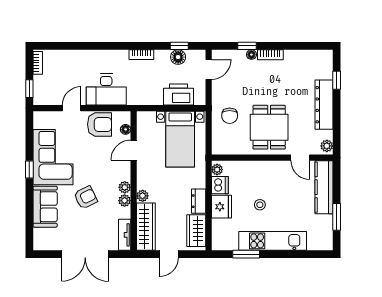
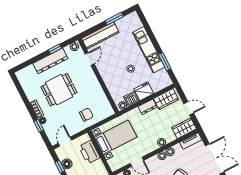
door: (209, 70) -> (65, 142), hinge flipped
window: (337, 80) -> (55, 49), moved
dining table: (269, 127) -> (59, 90), moved
wardrobe: (146, 227) -> (184, 128), width x0.67

